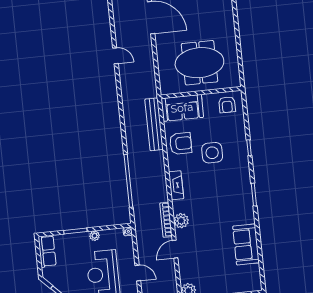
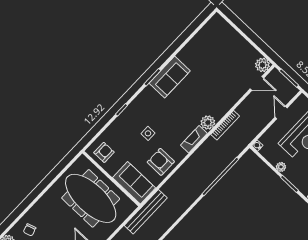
meeting table: (199, 63) -> (91, 198), width x1.36
bench: (154, 124) -> (146, 212), moved
side table: (212, 153) -> (148, 133), width x0.54, depth x0.54
plant: (181, 221) -> (208, 123), moved
sofa: (246, 244) -> (170, 77), moved
door: (175, 249) -> (257, 83), moved

